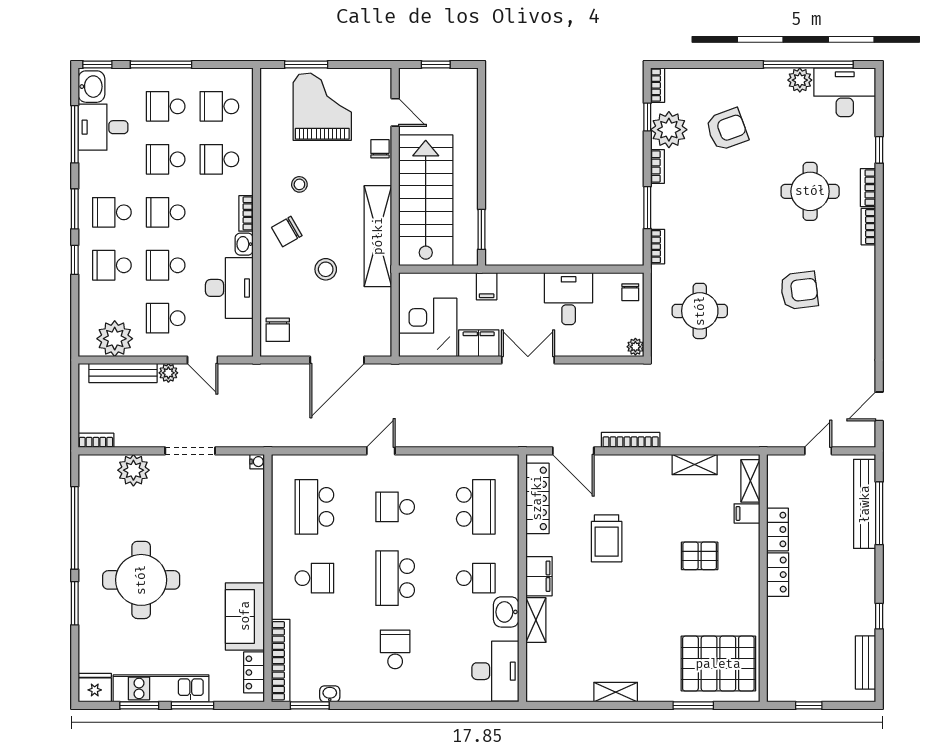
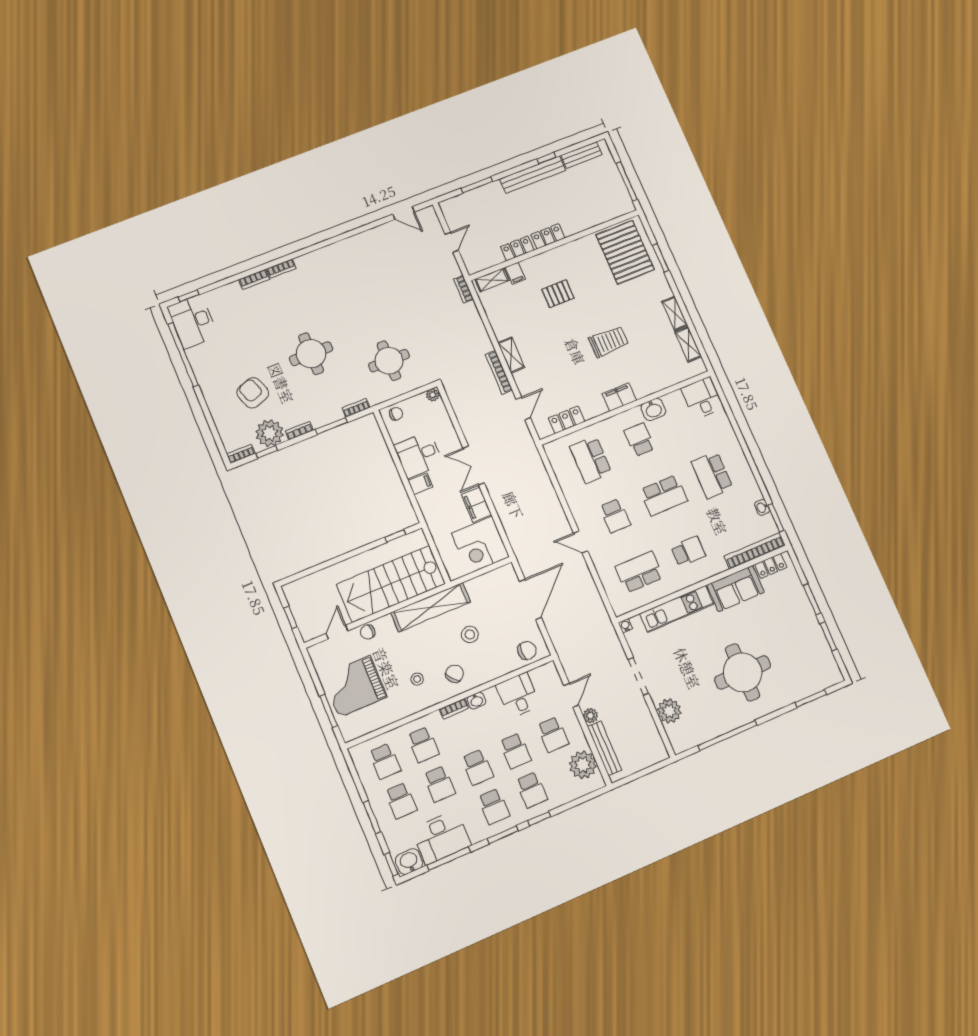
window: (161, 65) -> (372, 817), width x0.69
plant: (800, 80) -> (197, 356), removed
desk: (103, 127) -> (441, 837), width x1.37
window: (879, 150) -> (189, 296), moved
round table: (810, 191) -> (311, 354), moved
window: (481, 229) -> (395, 536), width x0.67
chair: (287, 232) -> (455, 674), turned -100
filing cabinet: (487, 286) -> (420, 484), moved
desk: (229, 288) -> (518, 695), width x0.73
armchair: (799, 290) -> (346, 298), removed
door: (337, 360) -> (530, 599), hinge flipped
bookcase: (96, 440) -> (463, 289), moved
door: (573, 451) -> (523, 408), width x0.73
door: (818, 451) -> (452, 242), swing flipped
shelving: (695, 464) -> (511, 355), moved
locker: (537, 498) -> (567, 420), width x0.66
bench: (865, 504) -> (533, 175), moved
school desk: (314, 507) -> (639, 572), turned 180
school desk: (476, 507) -> (591, 460), turned -90
window: (879, 513) -> (477, 185), width x0.69
trolley: (607, 538) -> (609, 342), moved
pallet: (700, 556) -> (558, 294), turned 90
school desk: (314, 578) -> (688, 551), turned 90
window: (75, 603) -> (811, 698), moved
shelving: (536, 620) -> (688, 344), moved, turned 90
school desk: (395, 649) -> (712, 475), width x1.85
desk: (495, 671) -> (702, 398), width x0.73
fridge: (95, 688) -> (830, 673), removed
kitchen unit: (161, 688) -> (677, 609), moved, turned -90
window: (809, 705) -> (627, 181), width x2.17

